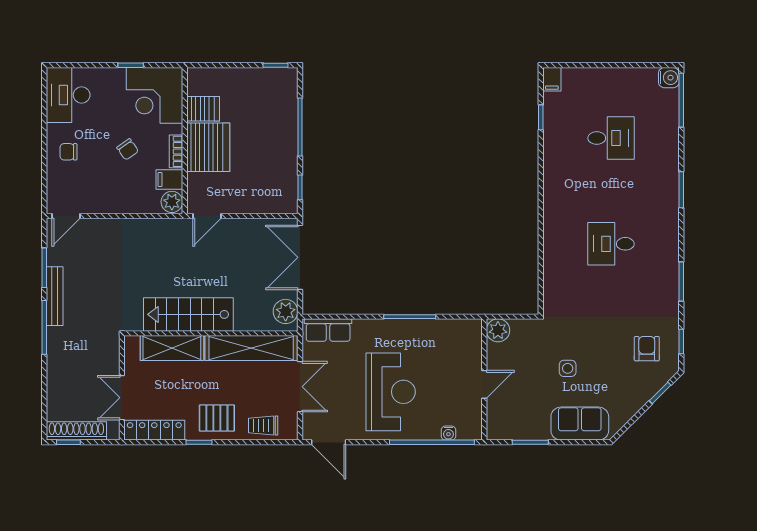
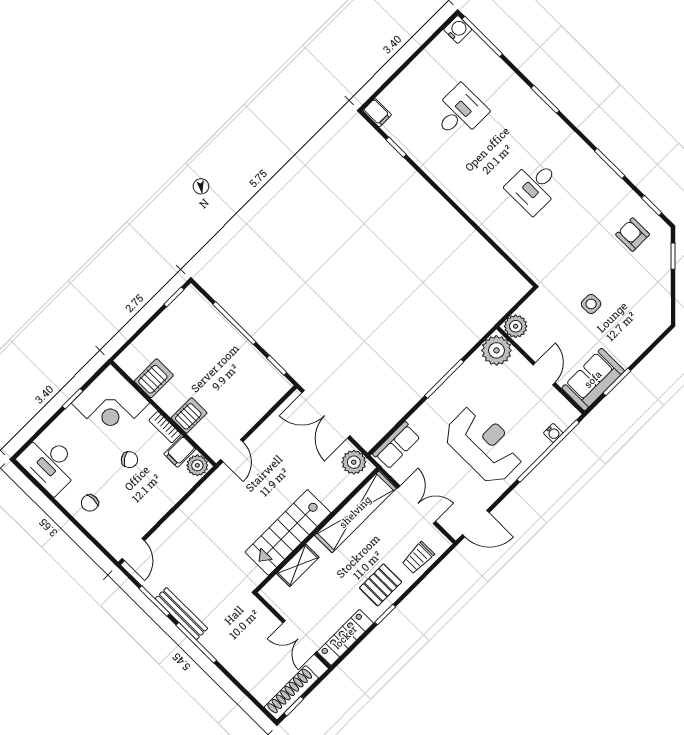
server rack: (208, 147) -> (189, 415), width x0.46, depth x0.70
plant: (467, 334) -> (496, 350), added
shelving: (172, 348) -> (298, 565), width x0.67, depth x0.75
sofa: (580, 424) -> (593, 379), moved

